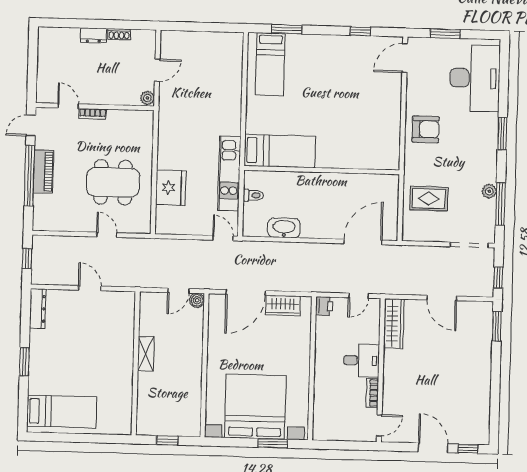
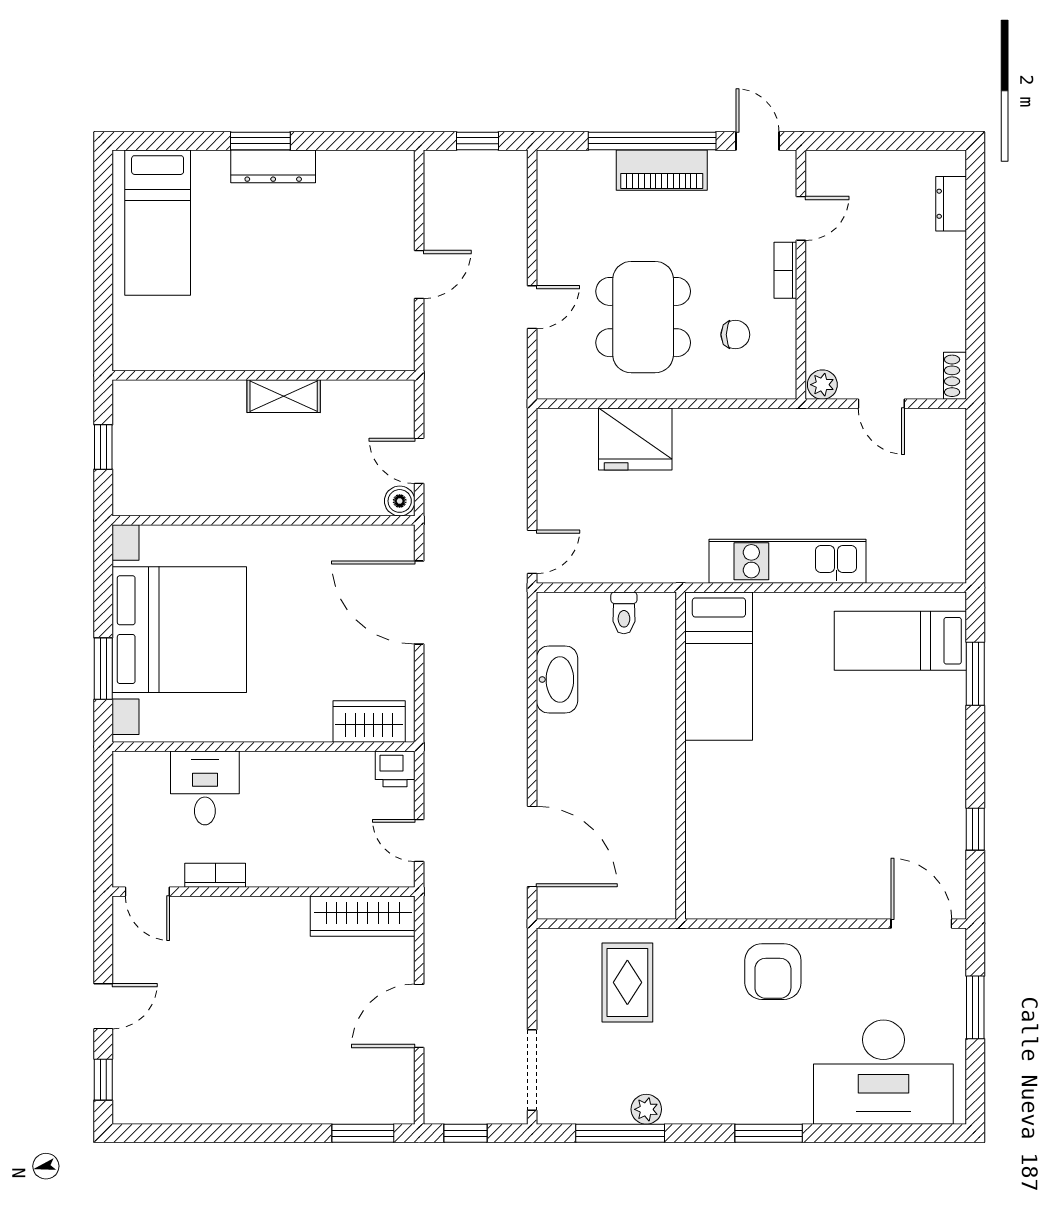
shoe rack: (119, 34) -> (955, 376), moved
dresser: (93, 35) -> (951, 204), moved
chair: (122, 139) -> (735, 335), added
kitchen unit: (229, 173) -> (787, 561), moved
wardrobe: (283, 305) -> (369, 722), moved, turned 90
dresser: (38, 309) -> (273, 166), moved
desk: (362, 361) -> (205, 788), moved, turned 180
door: (433, 448) -> (103, 1006), width x0.73

